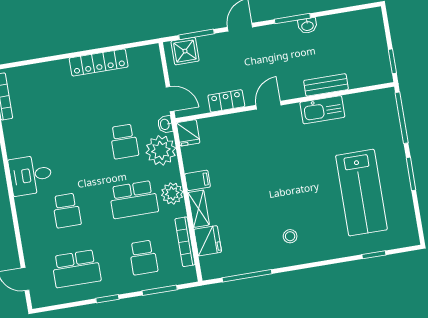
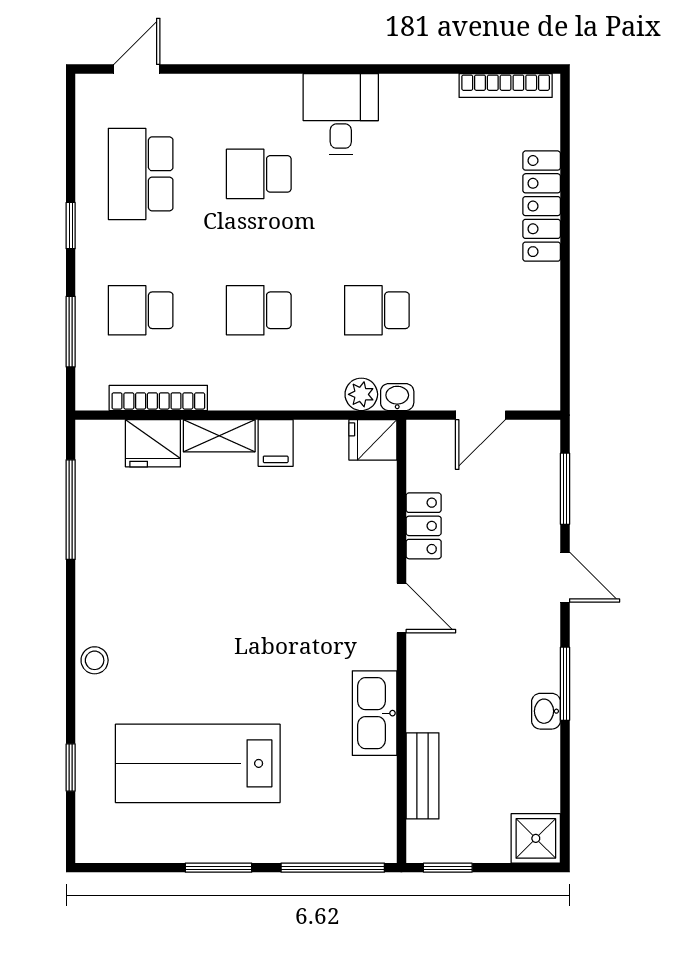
shower: (185, 51) -> (536, 838), moved
locker: (99, 62) -> (542, 206), moved
bench: (326, 85) -> (422, 776), moved
door: (170, 99) -> (480, 415), moved
plant: (161, 150) -> (361, 394), width x0.53, depth x0.53
plant: (172, 193) -> (258, 388), removed
school desk: (134, 199) -> (259, 310), width x0.54
stool: (290, 236) -> (95, 660), moved

